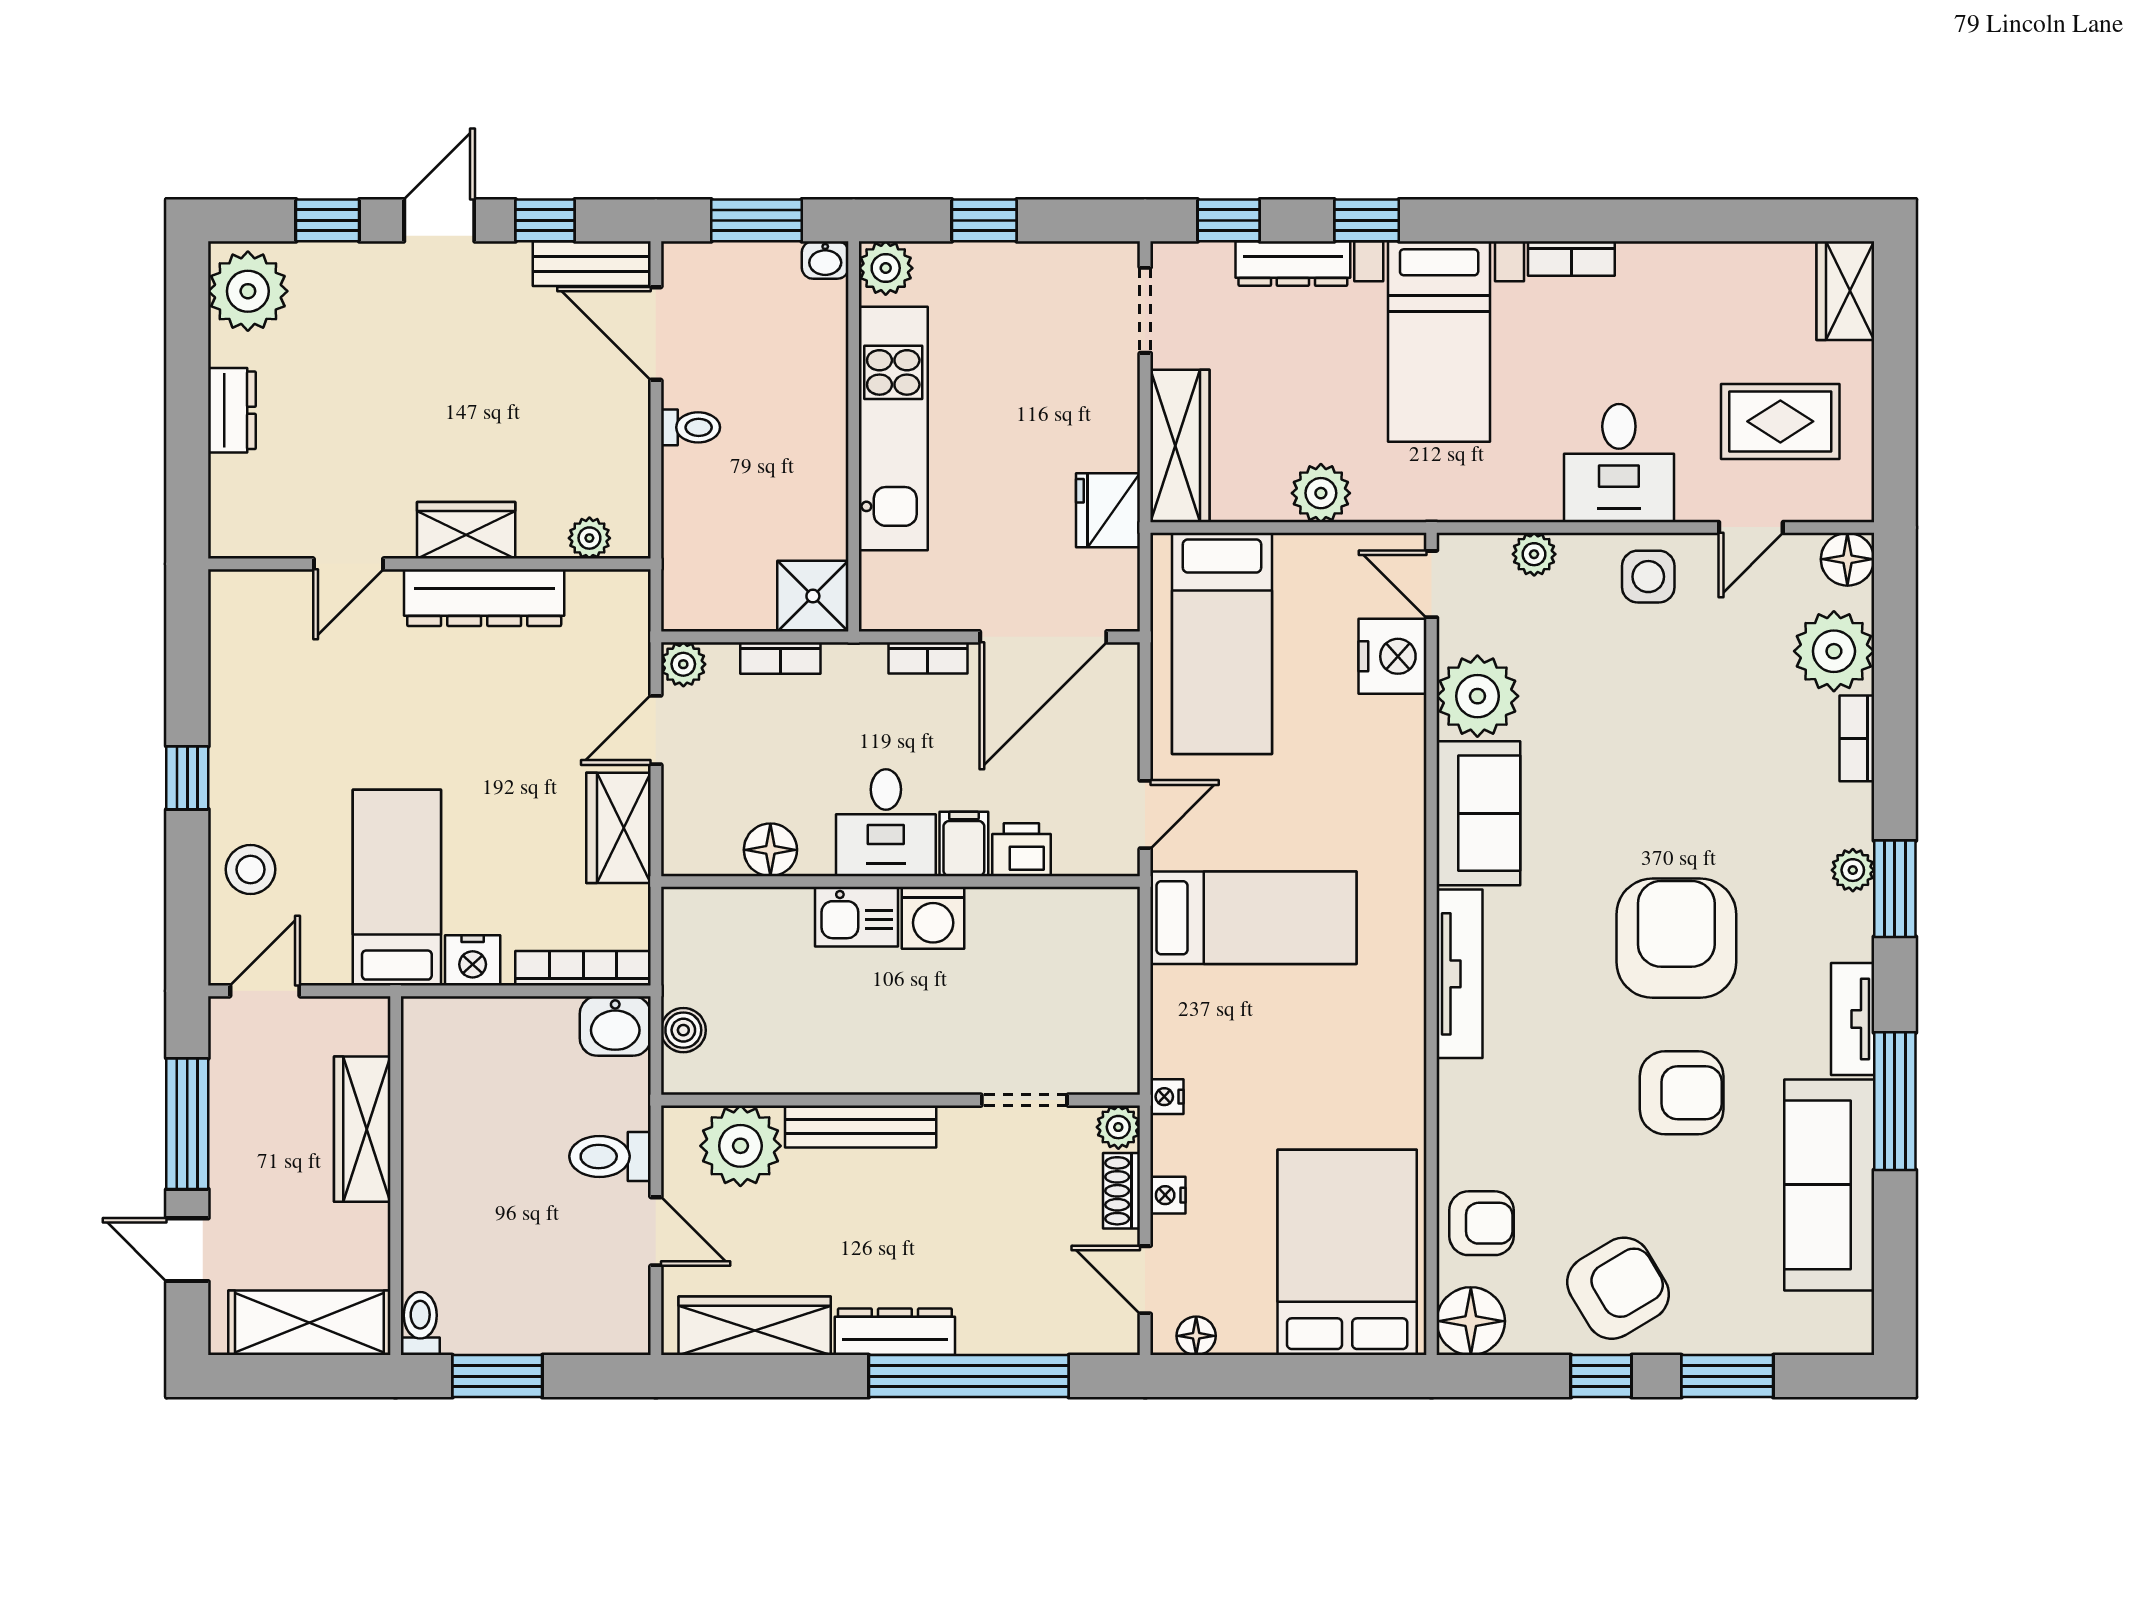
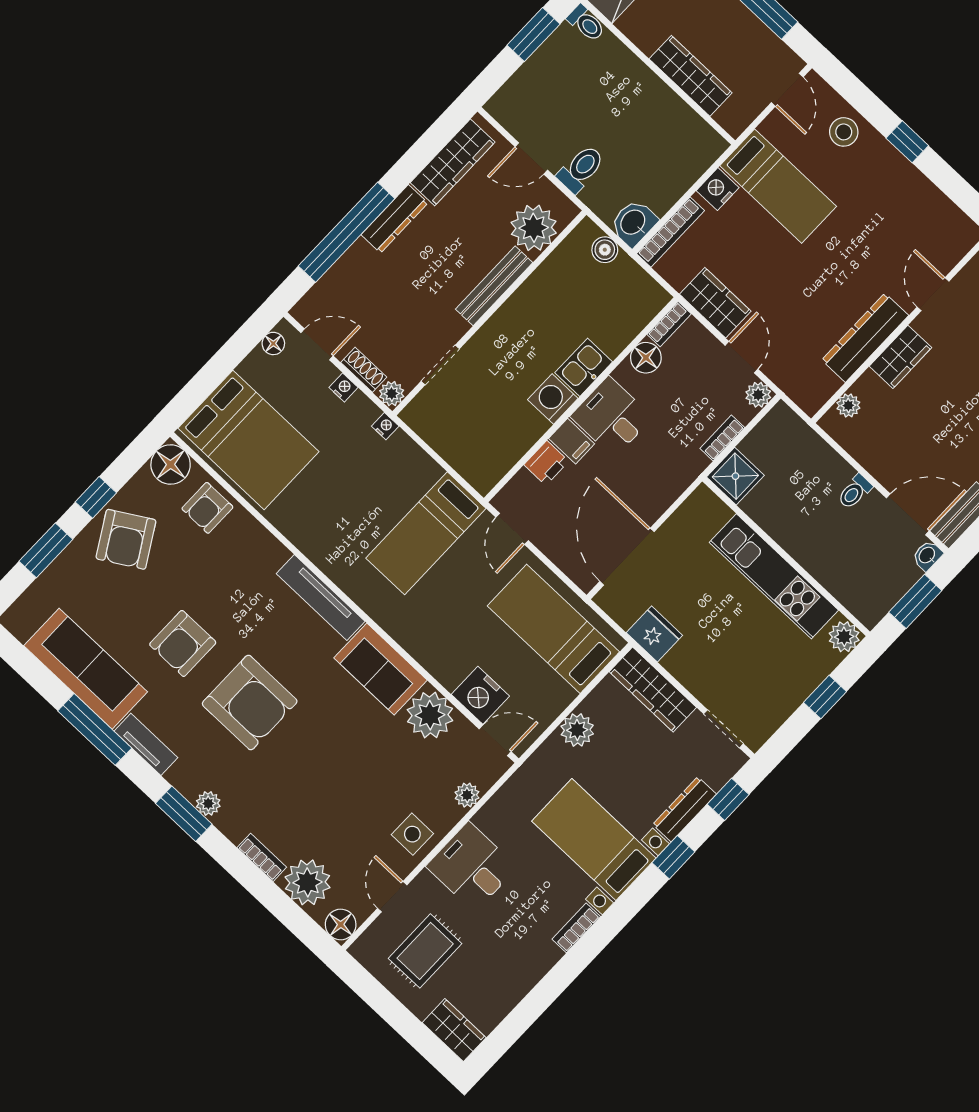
washbasin: (825, 260) -> (927, 555), moved
bookcase: (928, 658) -> (669, 324), moved, turned 180

